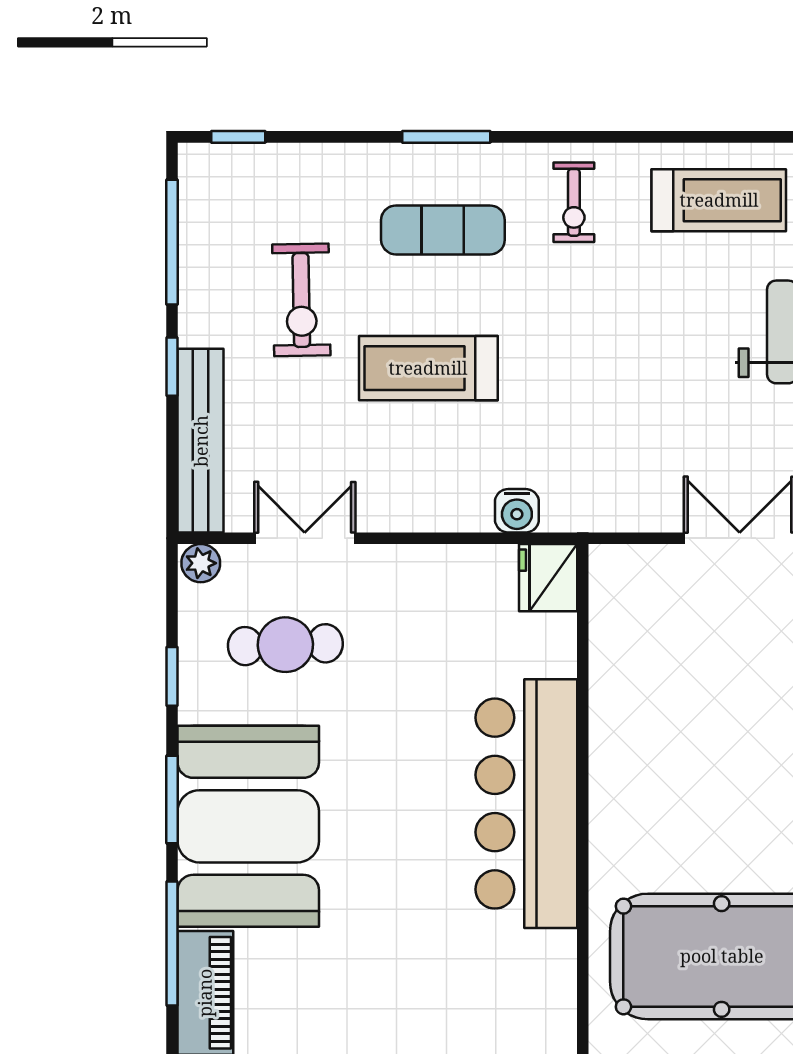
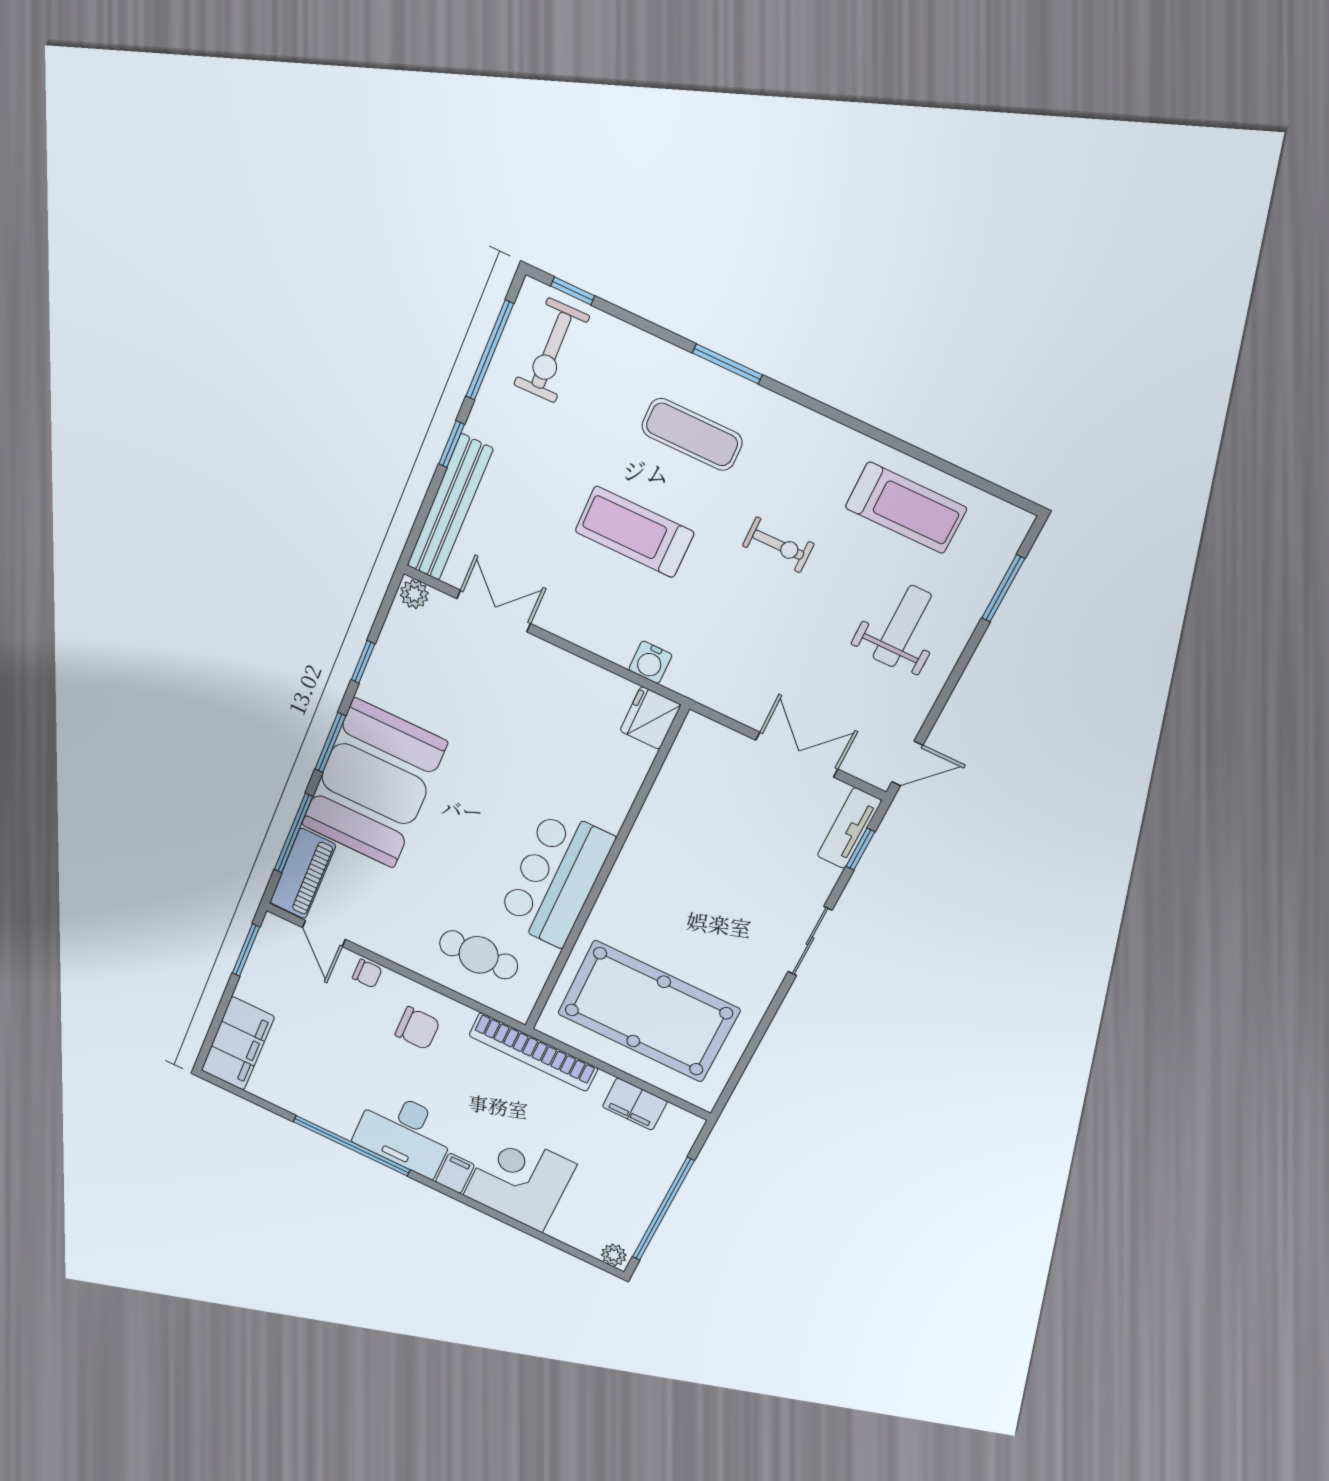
exercise bike: (574, 202) -> (778, 545), moved, turned -90
exercise bike: (301, 300) -> (551, 351), moved
cafe table: (285, 645) -> (479, 955), moved
bar counter: (526, 804) -> (556, 878), width x0.73

